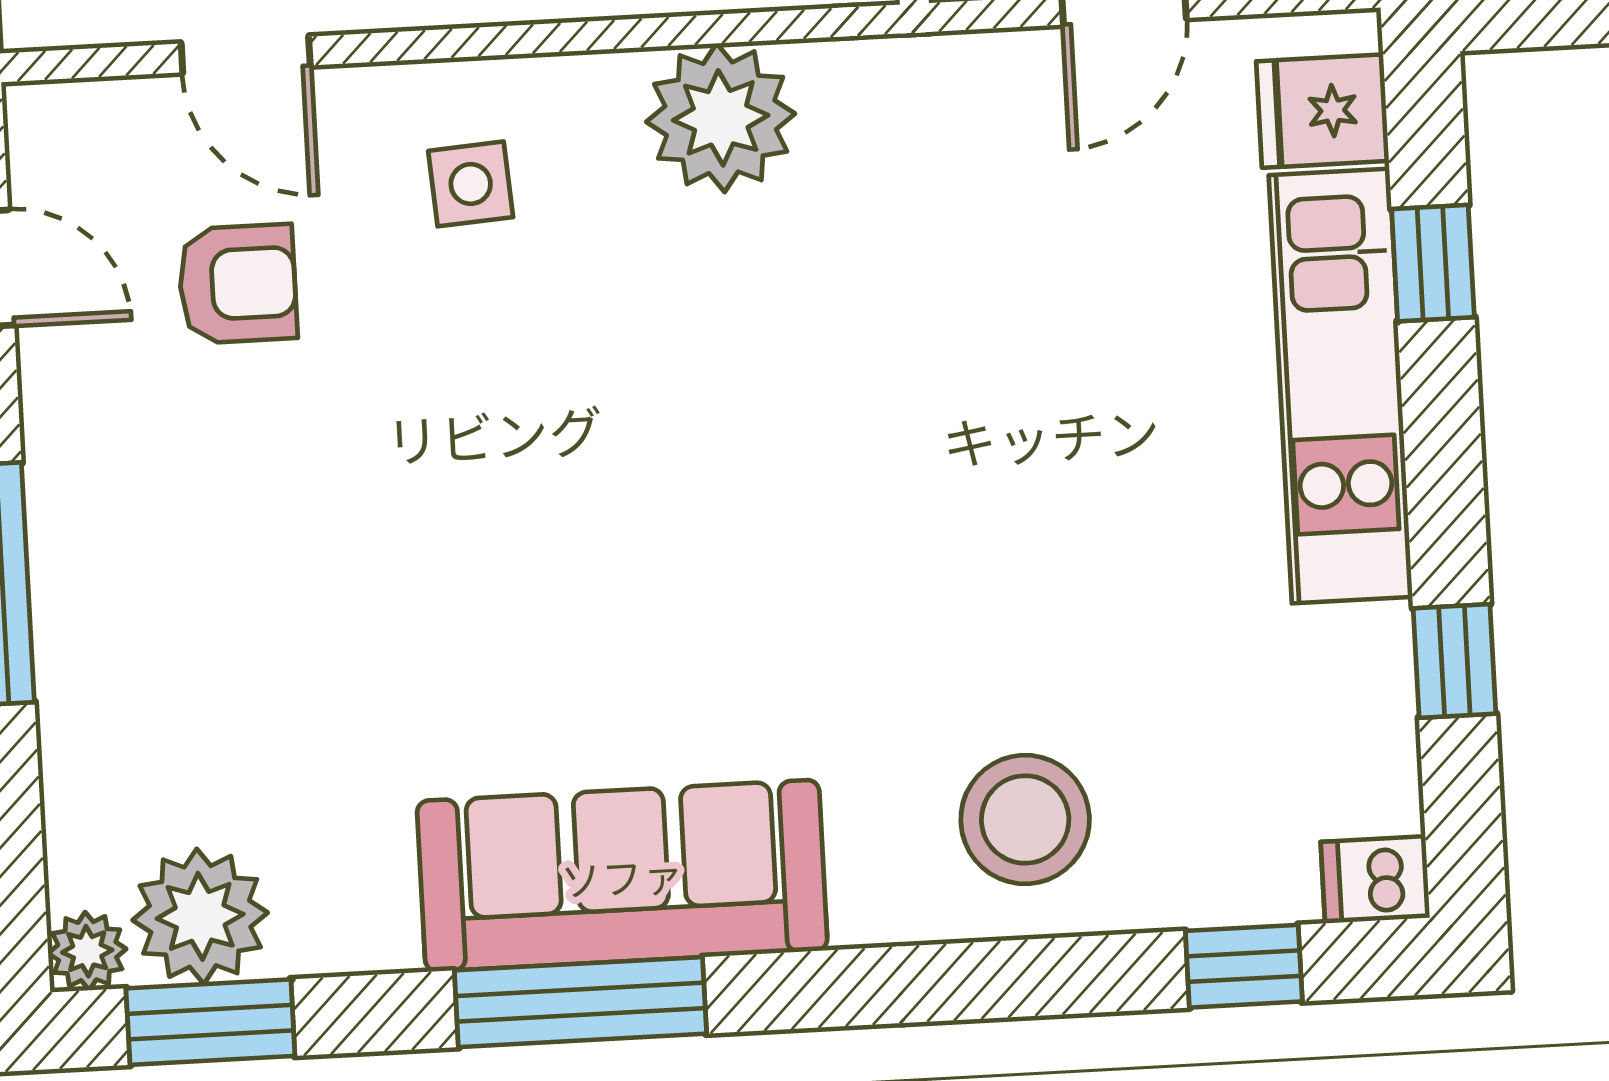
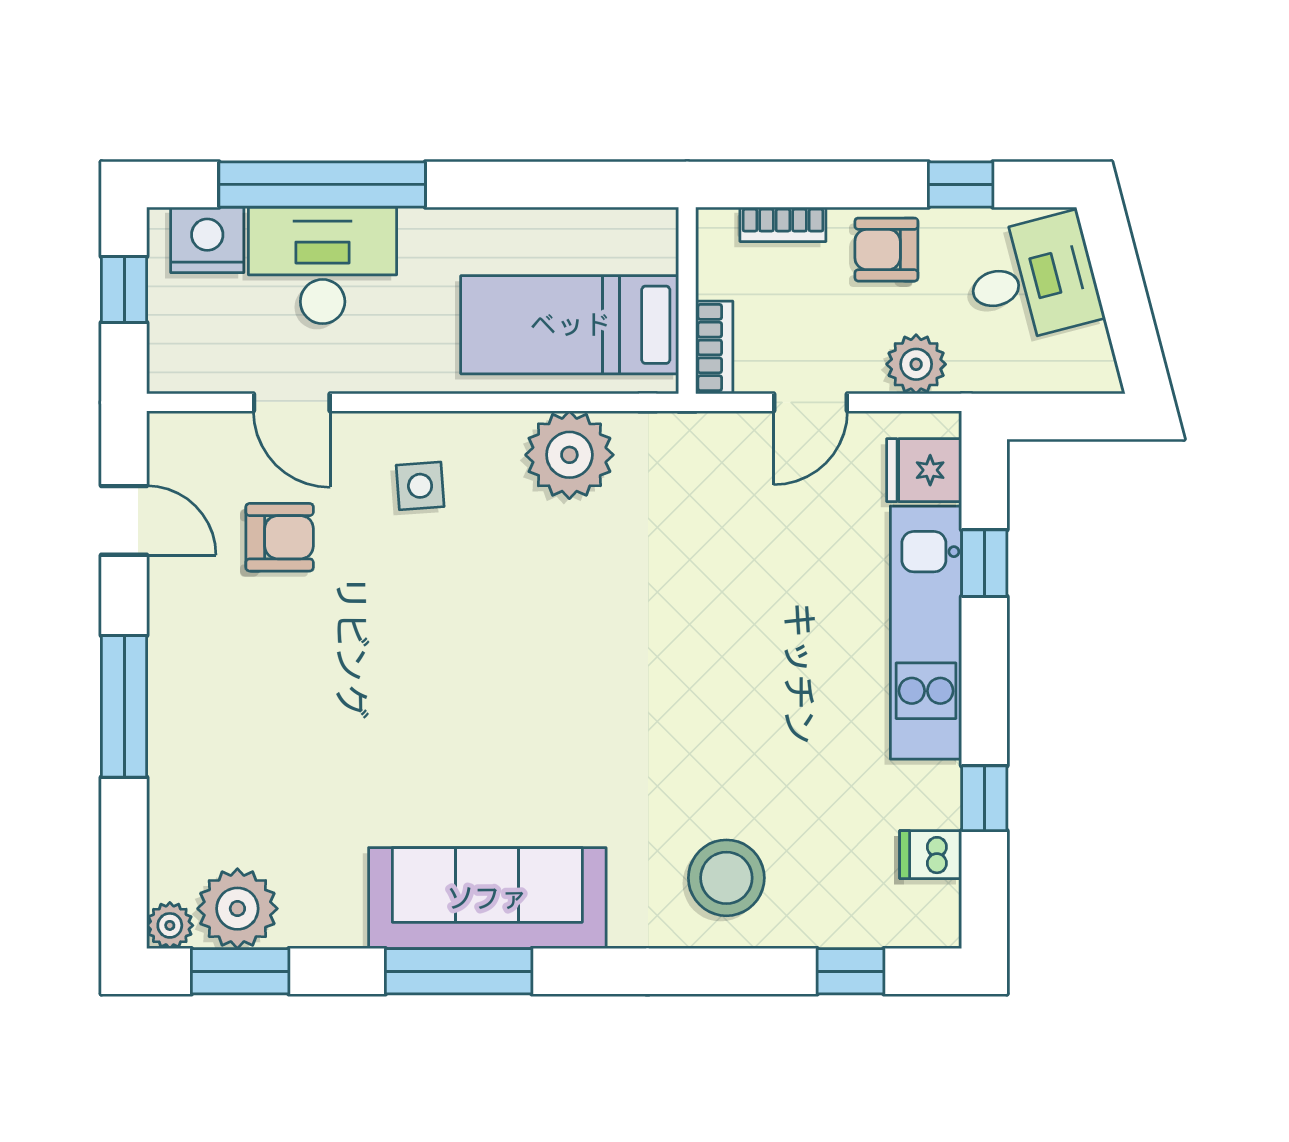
dishwasher: (1375, 880) -> (931, 855), moved

